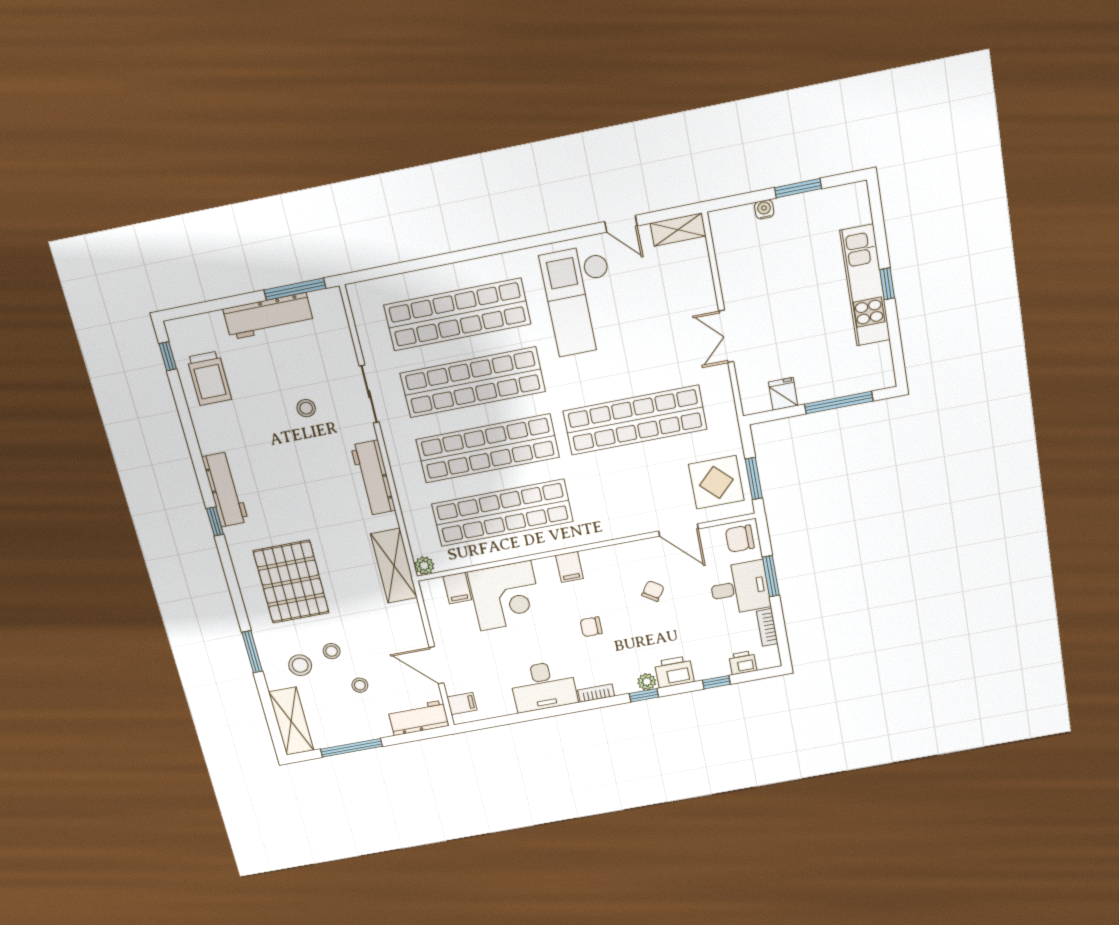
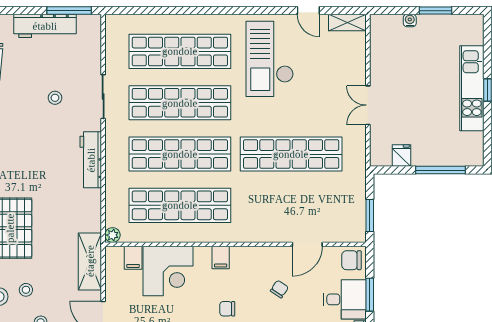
display table: (716, 482) -> (342, 213), removed
door: (678, 530) -> (307, 244), hinge flipped
shelving: (394, 566) -> (90, 261), moved

